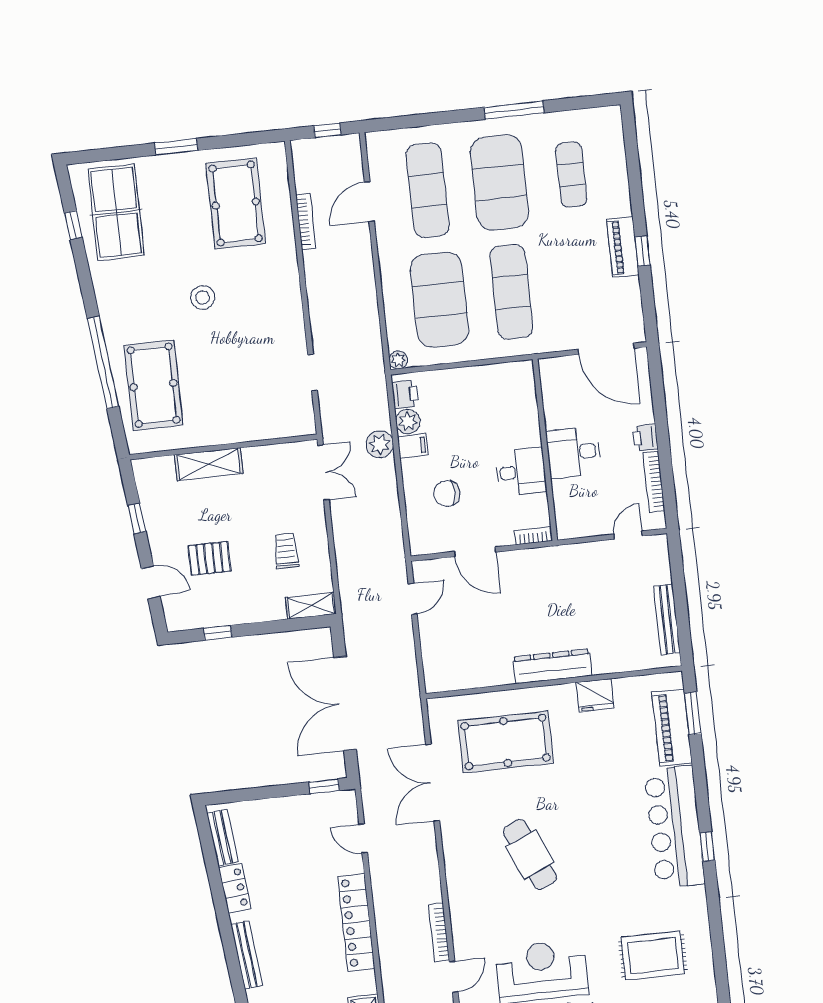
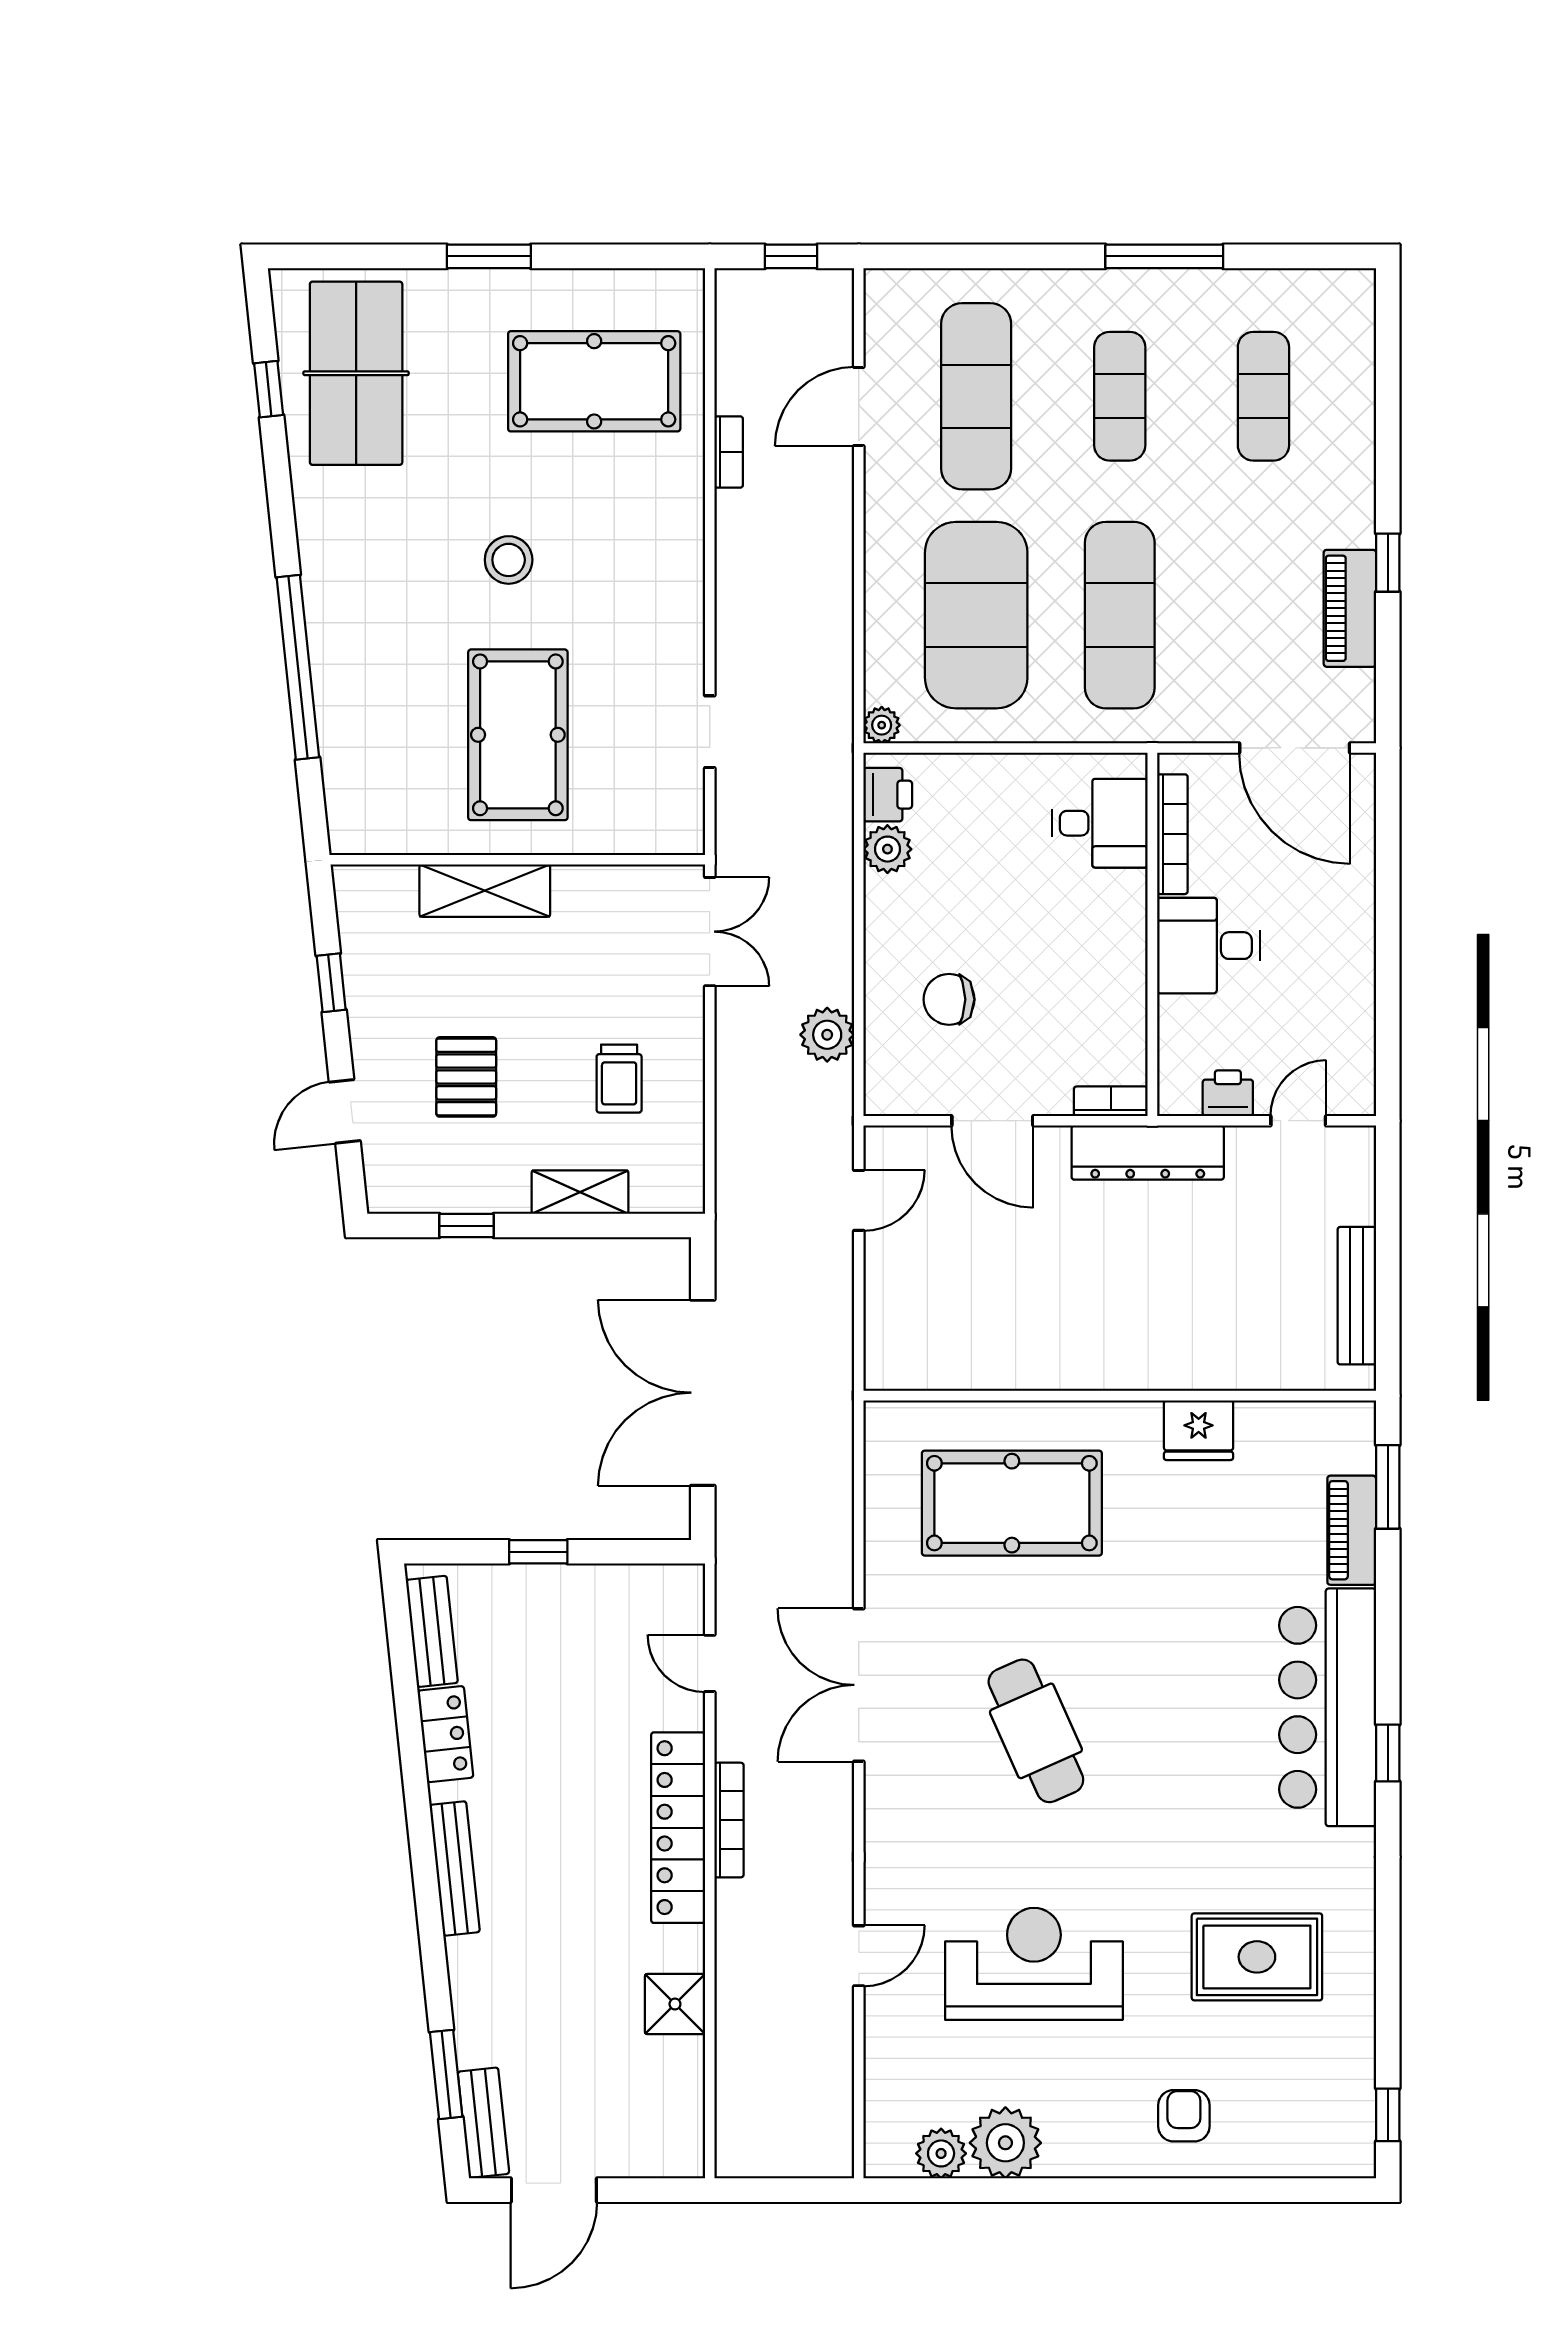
exercise mat: (499, 182) -> (1120, 396), width x0.50, depth x0.69
pool table: (236, 203) -> (594, 381), turned 90
bookcase: (306, 222) -> (729, 452), width x0.64
piano: (623, 247) -> (1350, 608), moved
pool table: (154, 385) -> (518, 735), moved
printer: (645, 438) -> (1228, 1093), moved, turned 90
plant: (380, 444) -> (827, 1035), moved
filing cabinet: (413, 446) -> (892, 898), removed
desk: (521, 472) -> (1100, 823), moved
bookcase: (654, 482) -> (1172, 834), moved, turned 180
trolley: (286, 551) -> (619, 1079), turned 180
pallet: (210, 558) -> (466, 1077), turned 90
door: (151, 582) -> (345, 1111), swing flipped
shelving: (311, 606) -> (580, 1192), moved
dresser: (552, 666) -> (1148, 1153), moved, turned 180
piano: (672, 727) -> (1352, 1530), width x0.73, depth x0.75
double door: (433, 783) -> (859, 1685), moved
window: (324, 786) -> (538, 1552), moved
bookcase: (439, 932) -> (729, 1820), moved, turned 180

